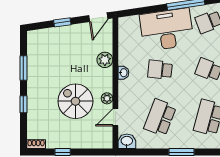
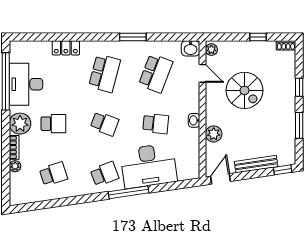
window: (62, 22) -> (283, 170), moved
bench: (64, 31) -> (256, 164), added
plant: (107, 98) -> (211, 50), moved
door: (115, 117) -> (203, 73), hinge flipped

